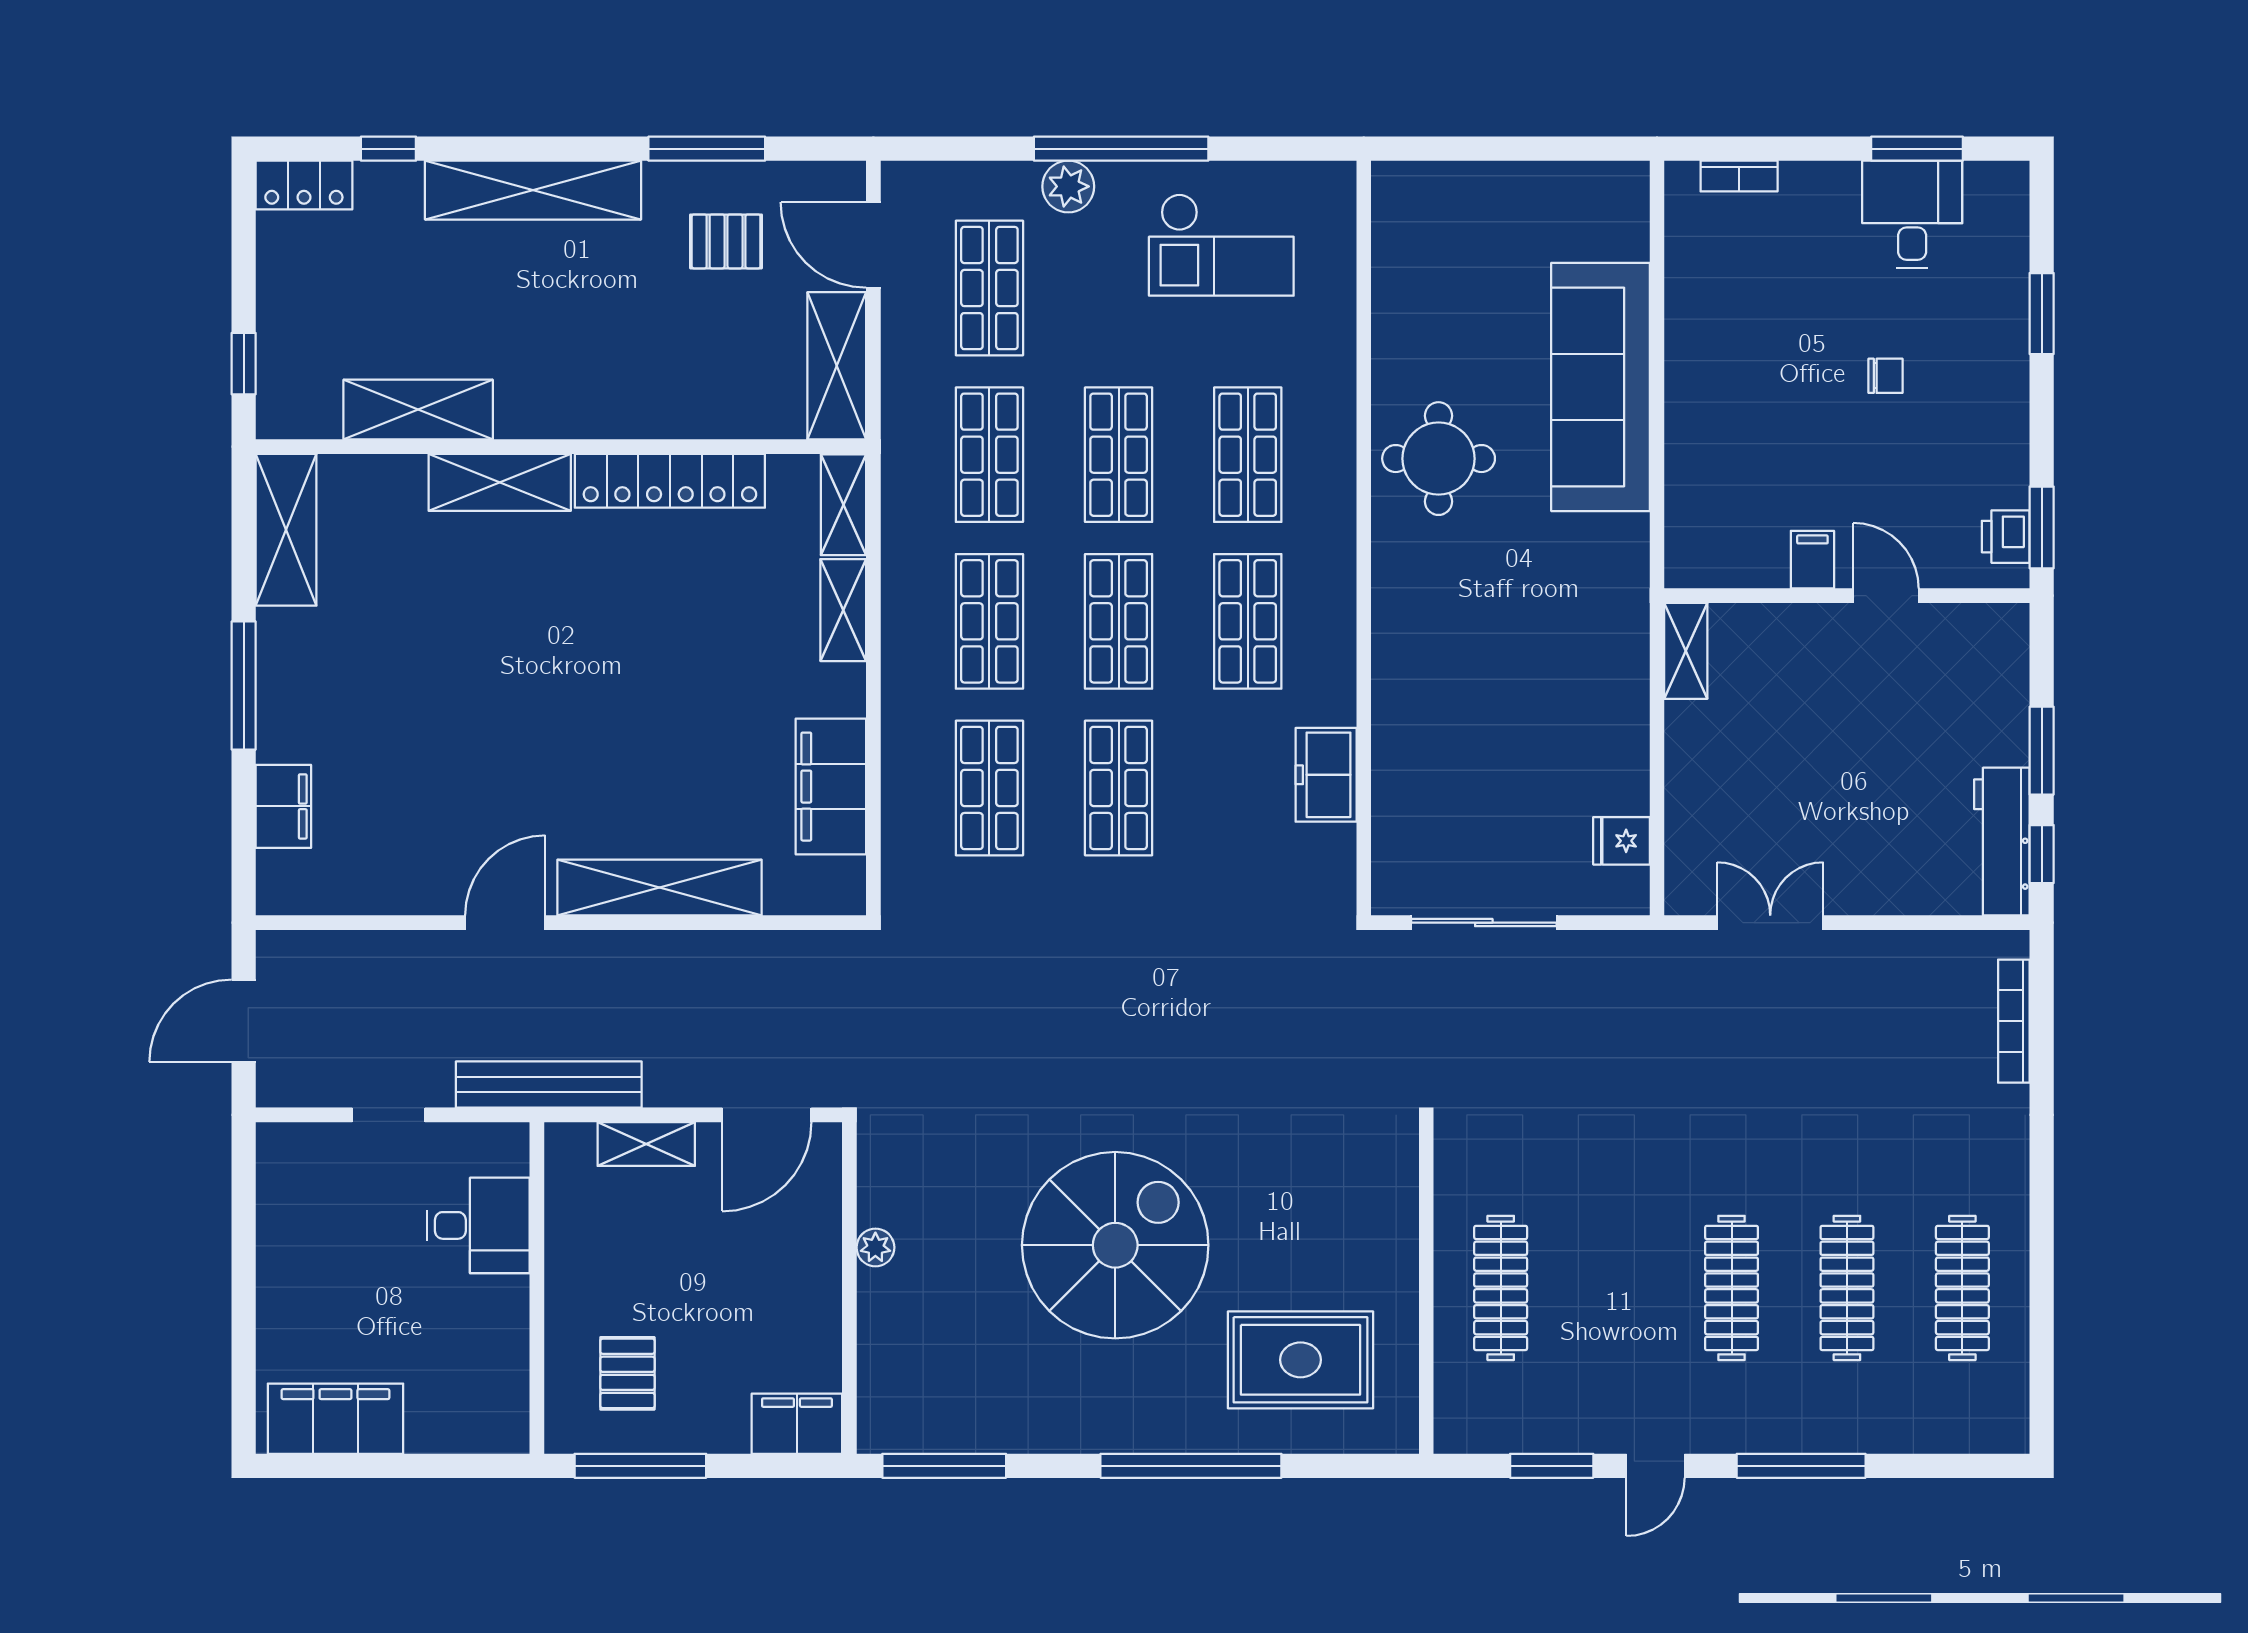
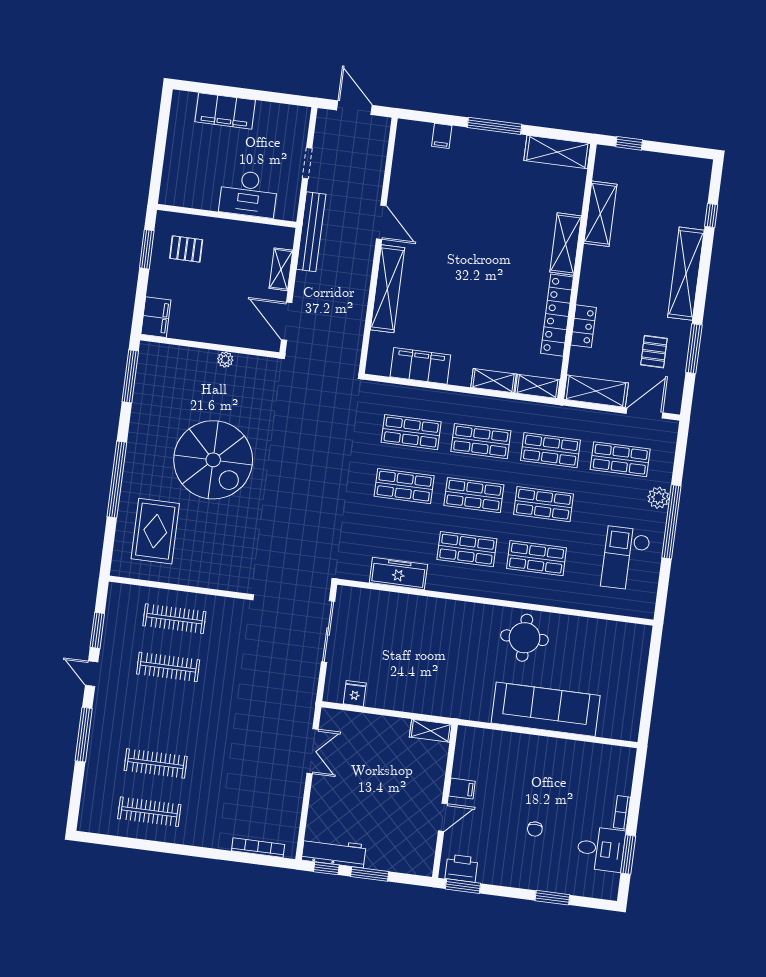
bookcase: (1739, 176) -> (622, 812), moved
locker: (304, 185) -> (583, 326), moved, turned 180
printer: (2006, 537) -> (461, 868), width x1.36, depth x1.24
freezer: (1326, 775) -> (398, 574), width x1.40
filing cabinet: (283, 806) -> (442, 136), width x0.50
desk: (478, 1225) -> (249, 194), width x1.37
clothes rail: (1732, 1288) -> (168, 667), moved
filing cabinet: (335, 1419) -> (225, 111), moved, turned 90
window: (640, 1466) -> (147, 249), width x0.69

